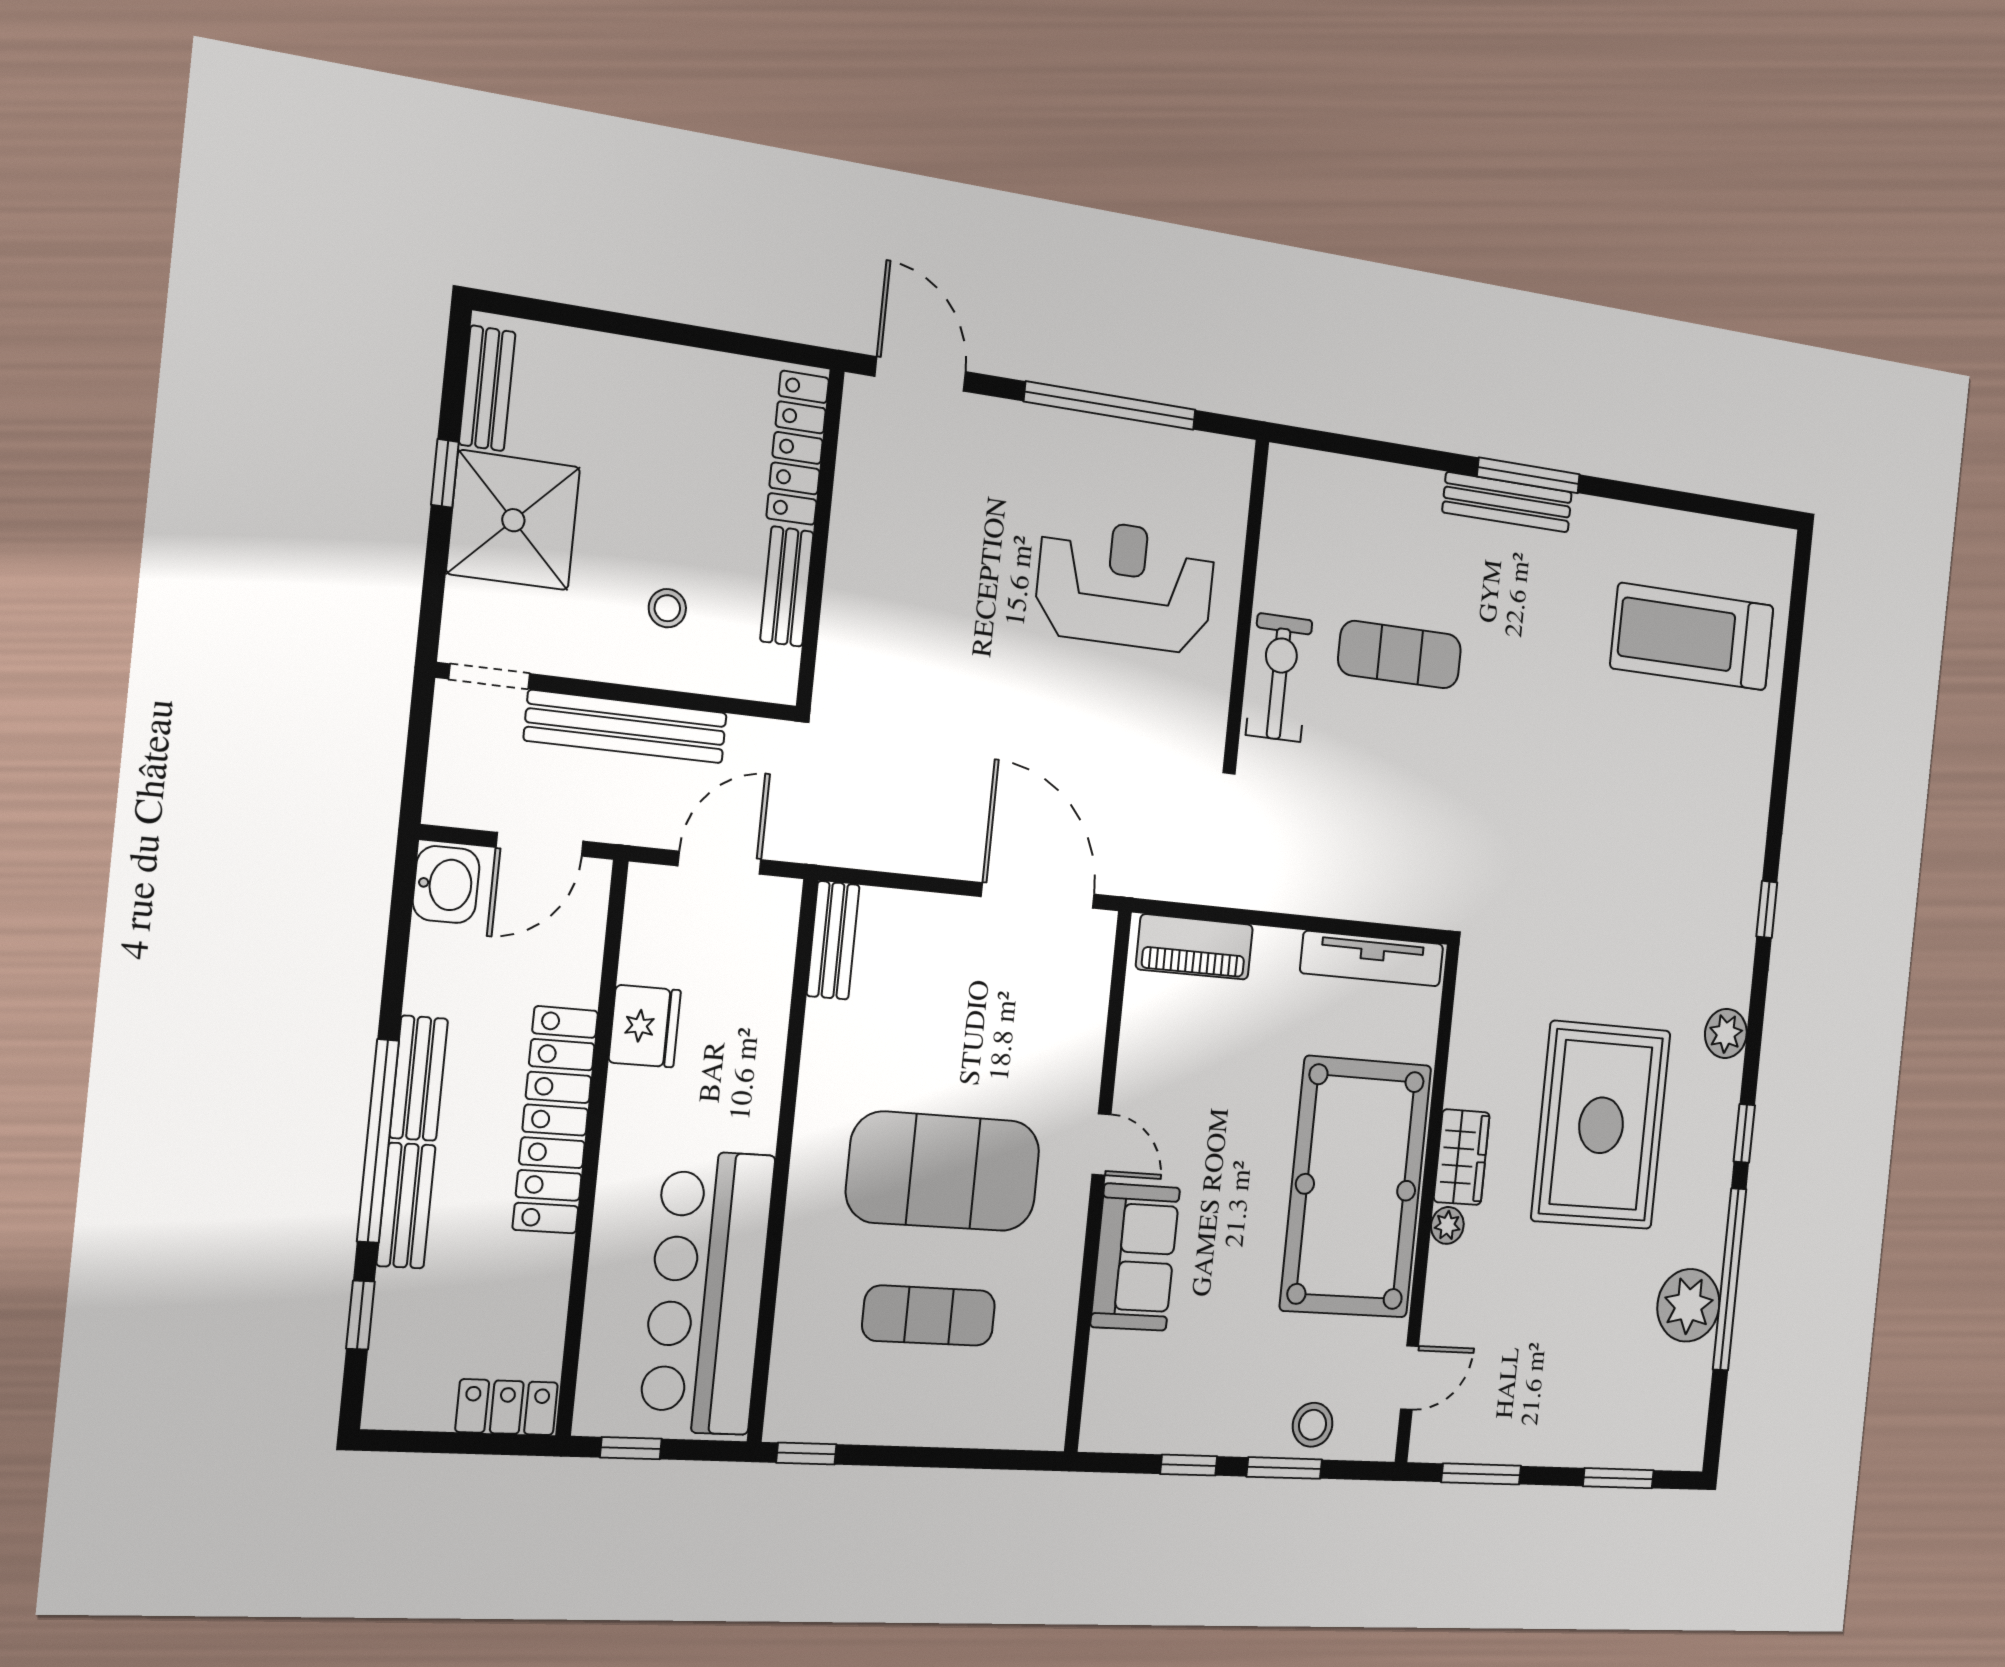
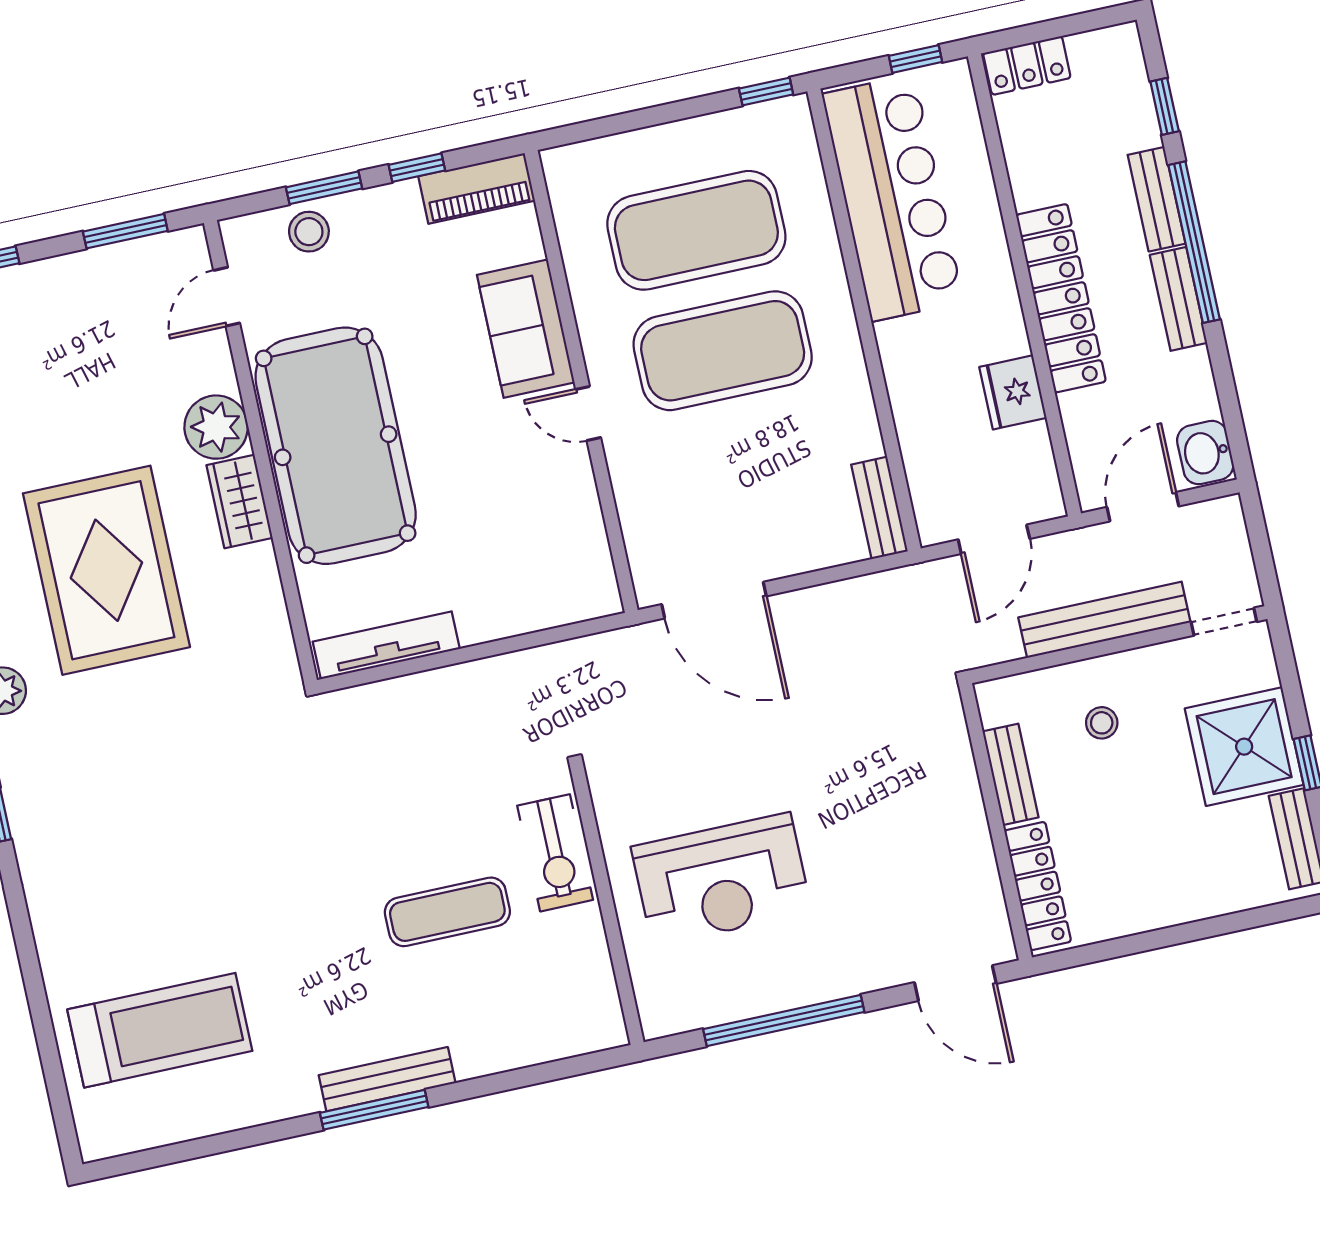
piano: (1195, 947) -> (477, 188), moved, turned 180
plant: (1447, 1225) -> (216, 427), width x1.88, depth x1.88
exercise mat: (929, 1316) -> (696, 230), width x2.00, depth x1.45

